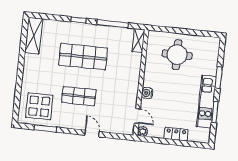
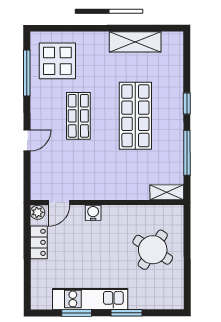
shelving: (34, 36) -> (135, 42), moved
round table: (177, 55) -> (153, 250), turned 32
window: (45, 128) -> (27, 73), width x1.44
locker: (176, 134) -> (39, 242), moved

